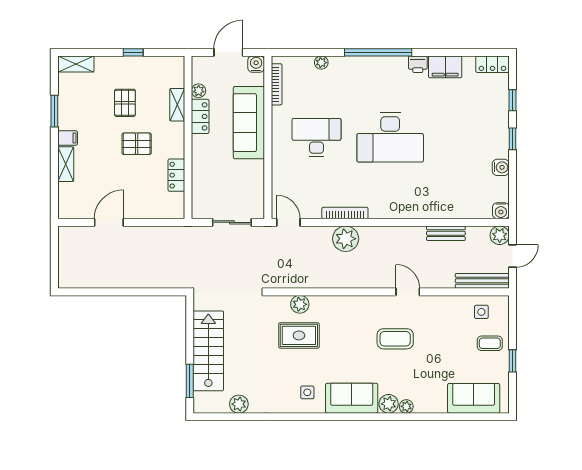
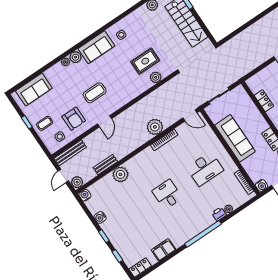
printer: (418, 64) -> (219, 214), moved
sofa: (249, 123) -> (235, 138), moved
desk: (390, 137) -> (167, 194), width x0.53, depth x0.77
plant: (435, 206) -> (121, 174), added
door: (408, 292) -> (105, 121), hinge flipped
armchair: (447, 323) -> (74, 119), added

